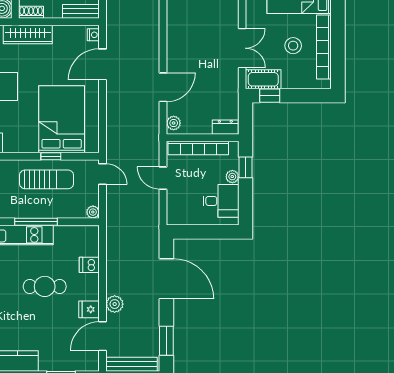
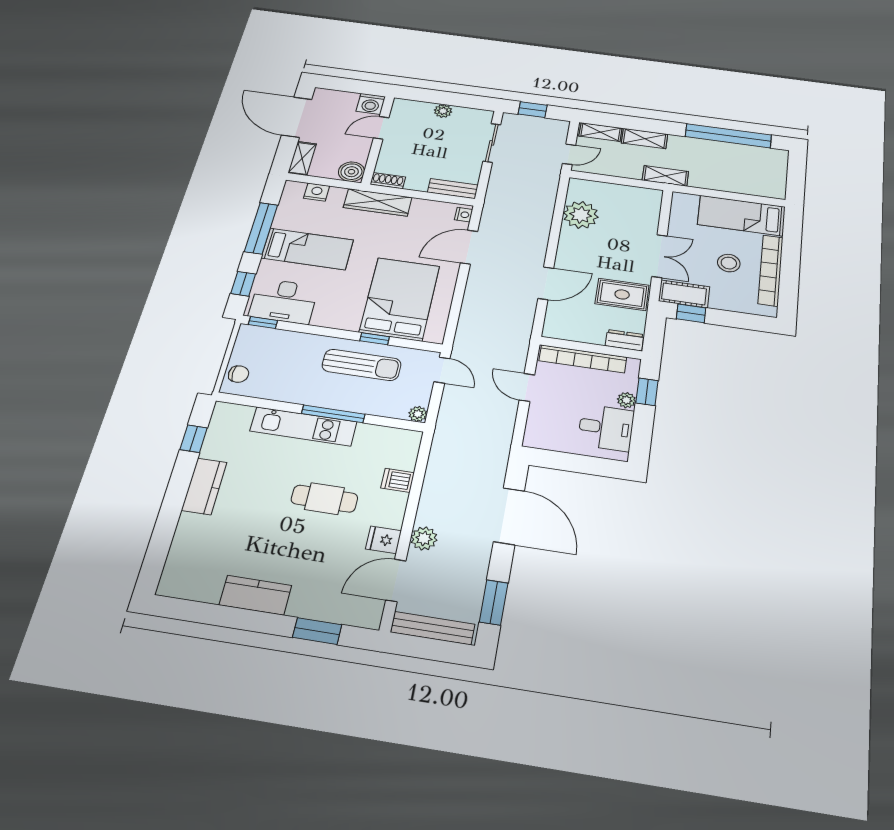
rug: (219, 88) -> (622, 294), added
plant: (174, 123) -> (581, 215), moved, width x1.87, depth x1.87

